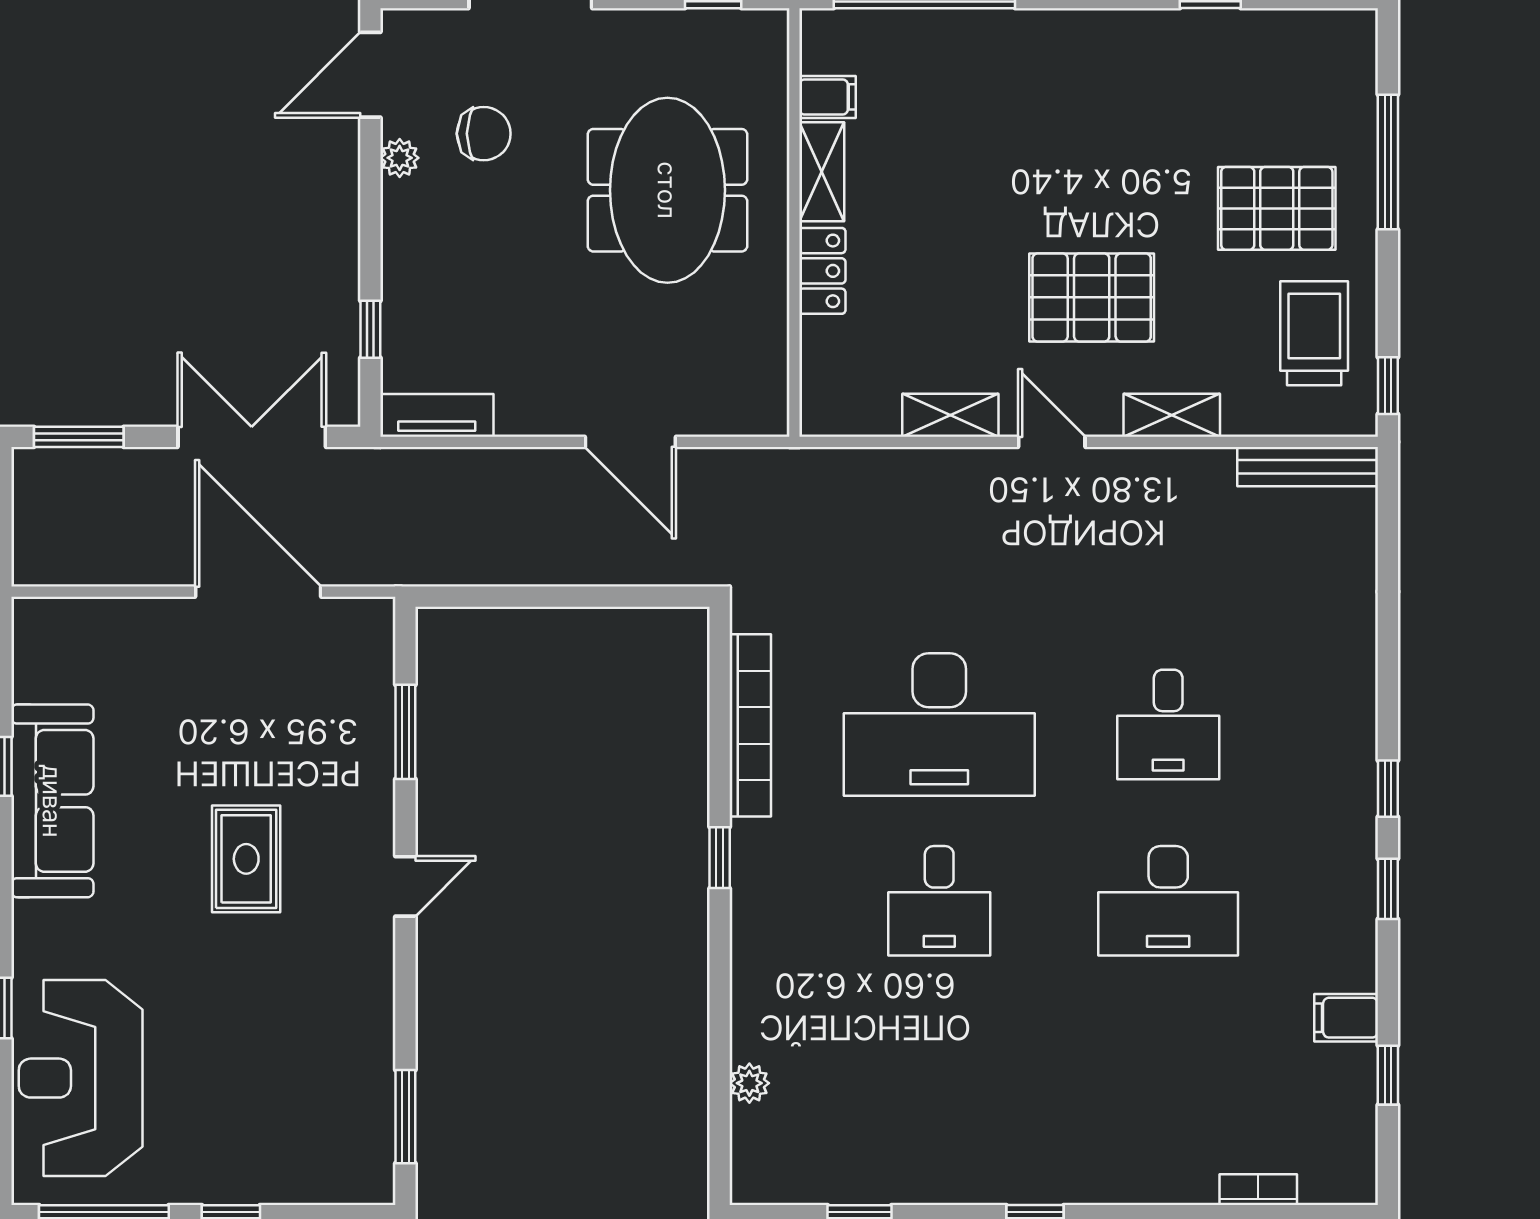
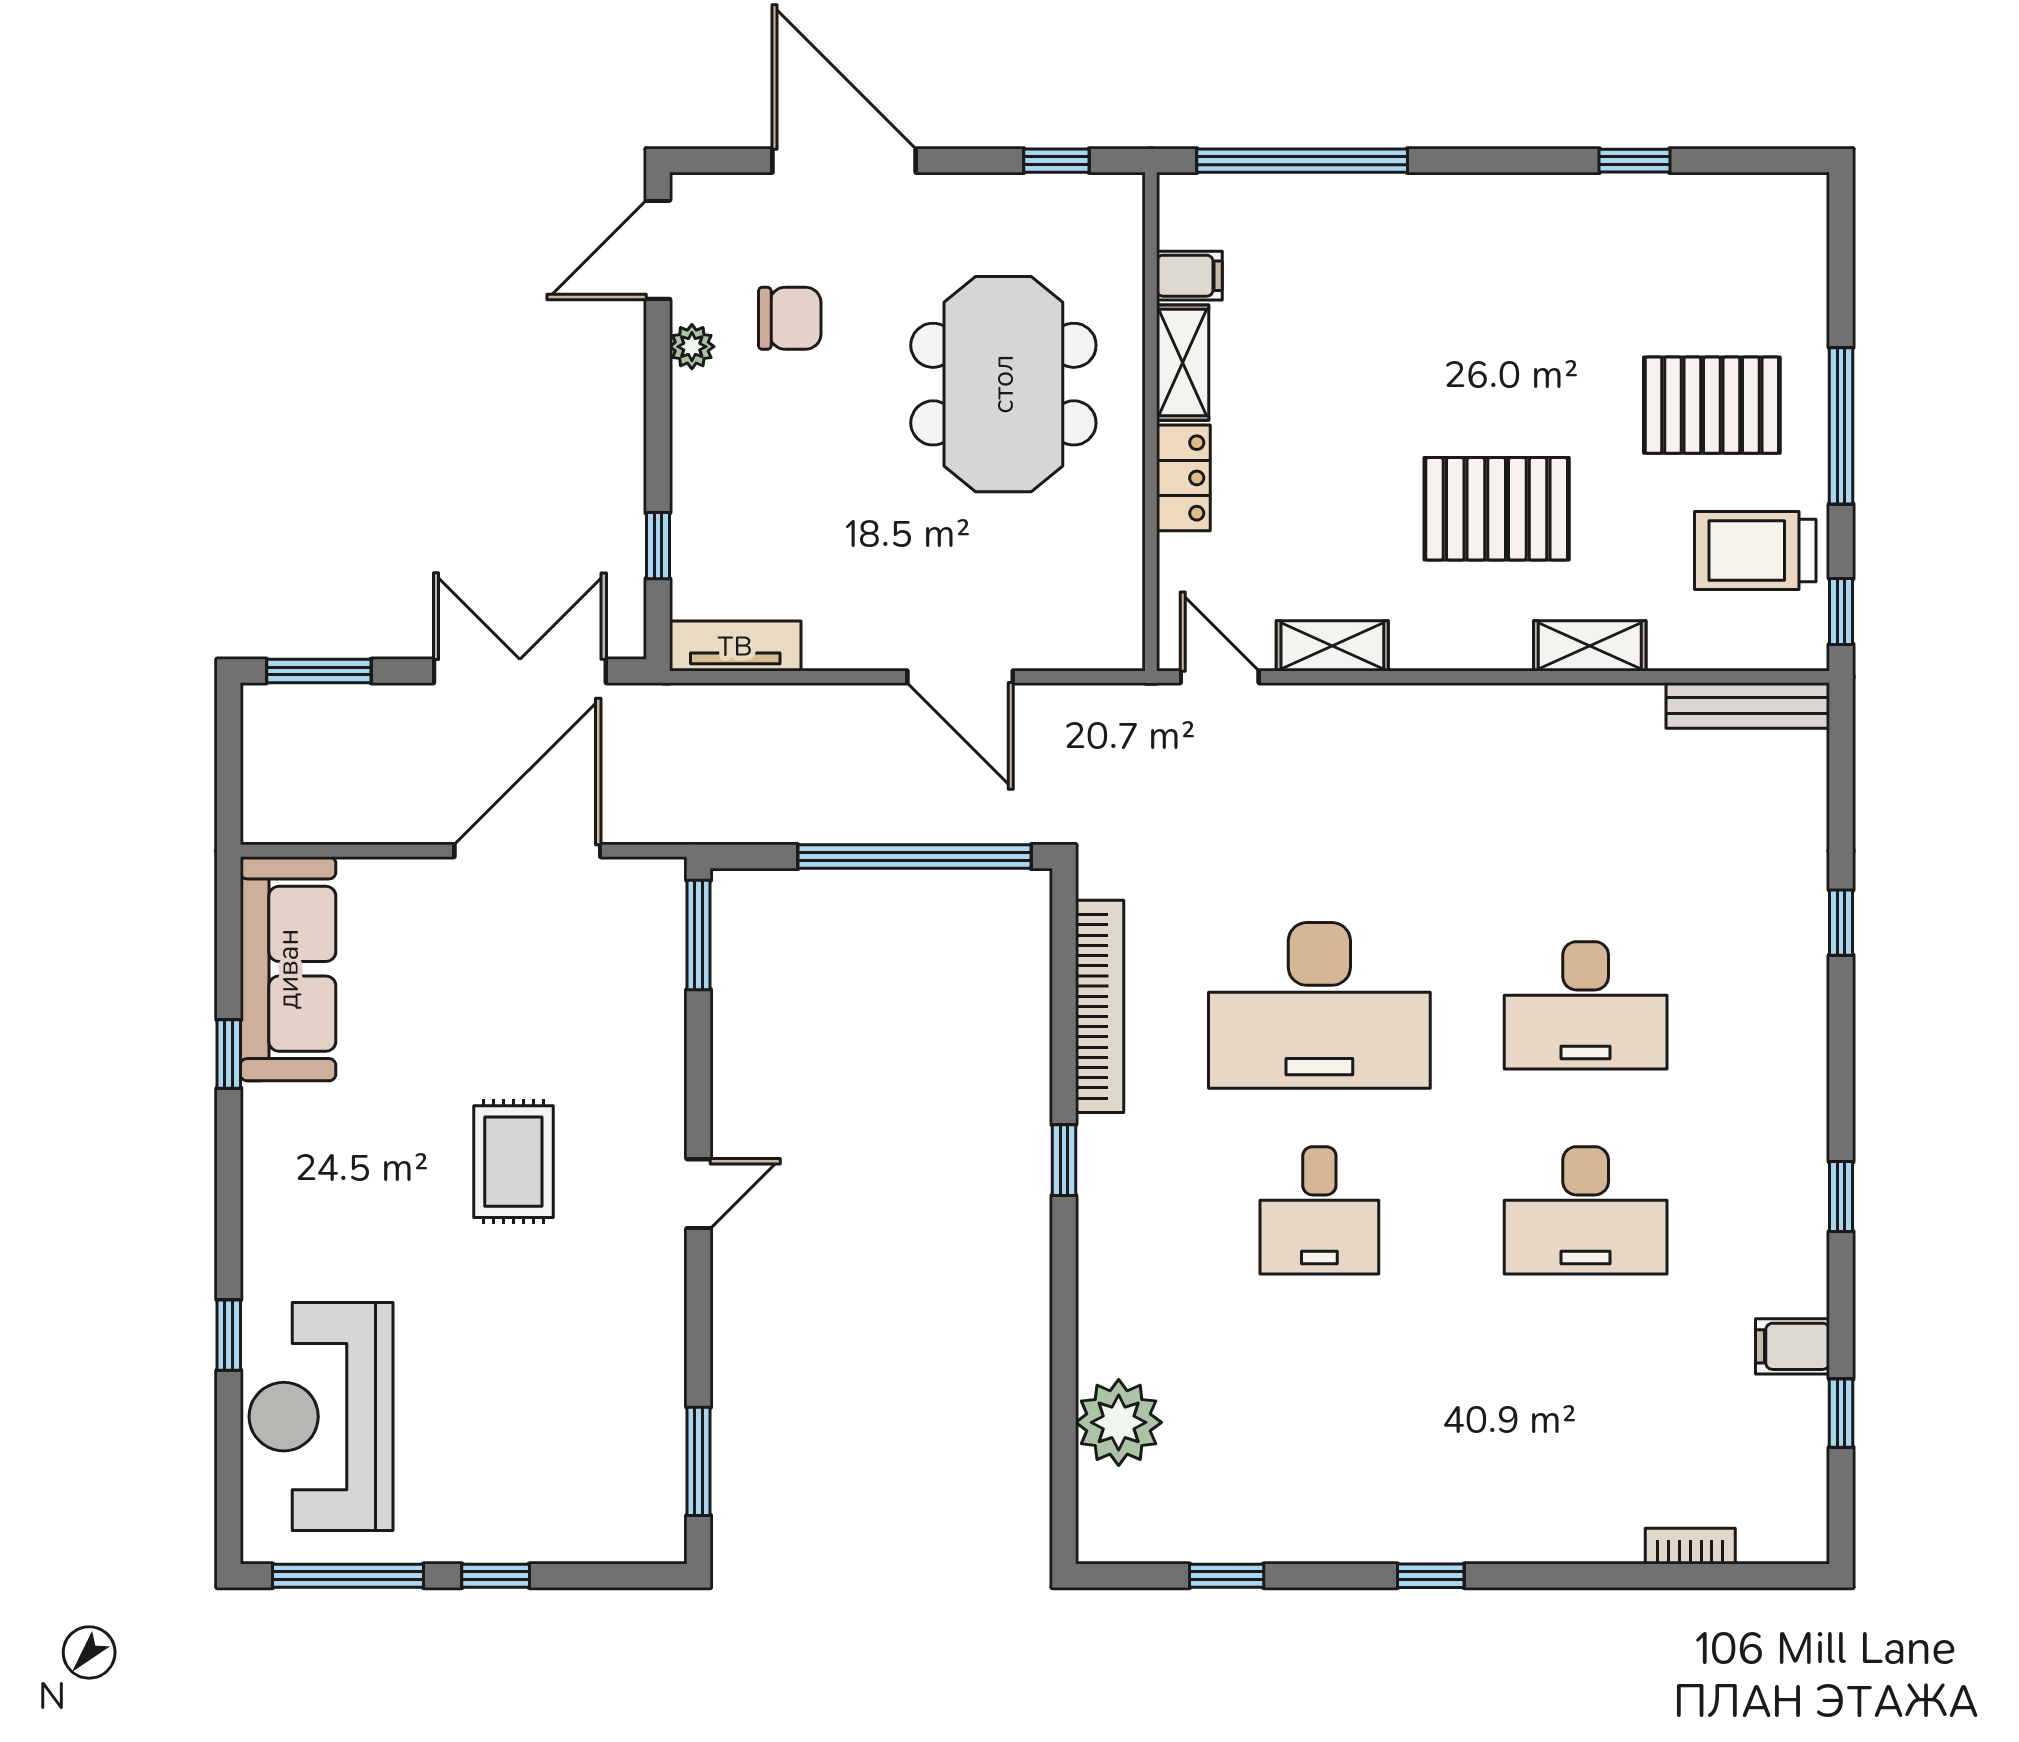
window: (1388, 162) -> (1841, 426), moved
trolley: (1314, 333) -> (1755, 550), turned -90
door: (1052, 442) -> (1220, 677), moved
door: (258, 592) -> (527, 851), hinge flipped
window: (591, 597) -> (915, 857), added
desk: (1168, 724) -> (1586, 1005), width x1.37
window: (405, 732) -> (699, 935), moved
window: (1388, 789) -> (1841, 923), moved
sofa: (52, 801) -> (288, 969), moved
plant: (749, 1083) -> (1119, 1422), width x1.88, depth x1.88

